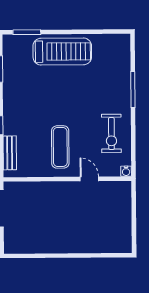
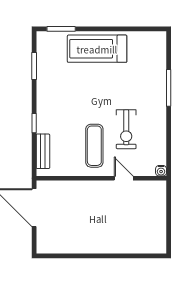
treadmill: (62, 52) -> (97, 49), turned 180
exercise bike: (111, 133) -> (126, 129), moved

